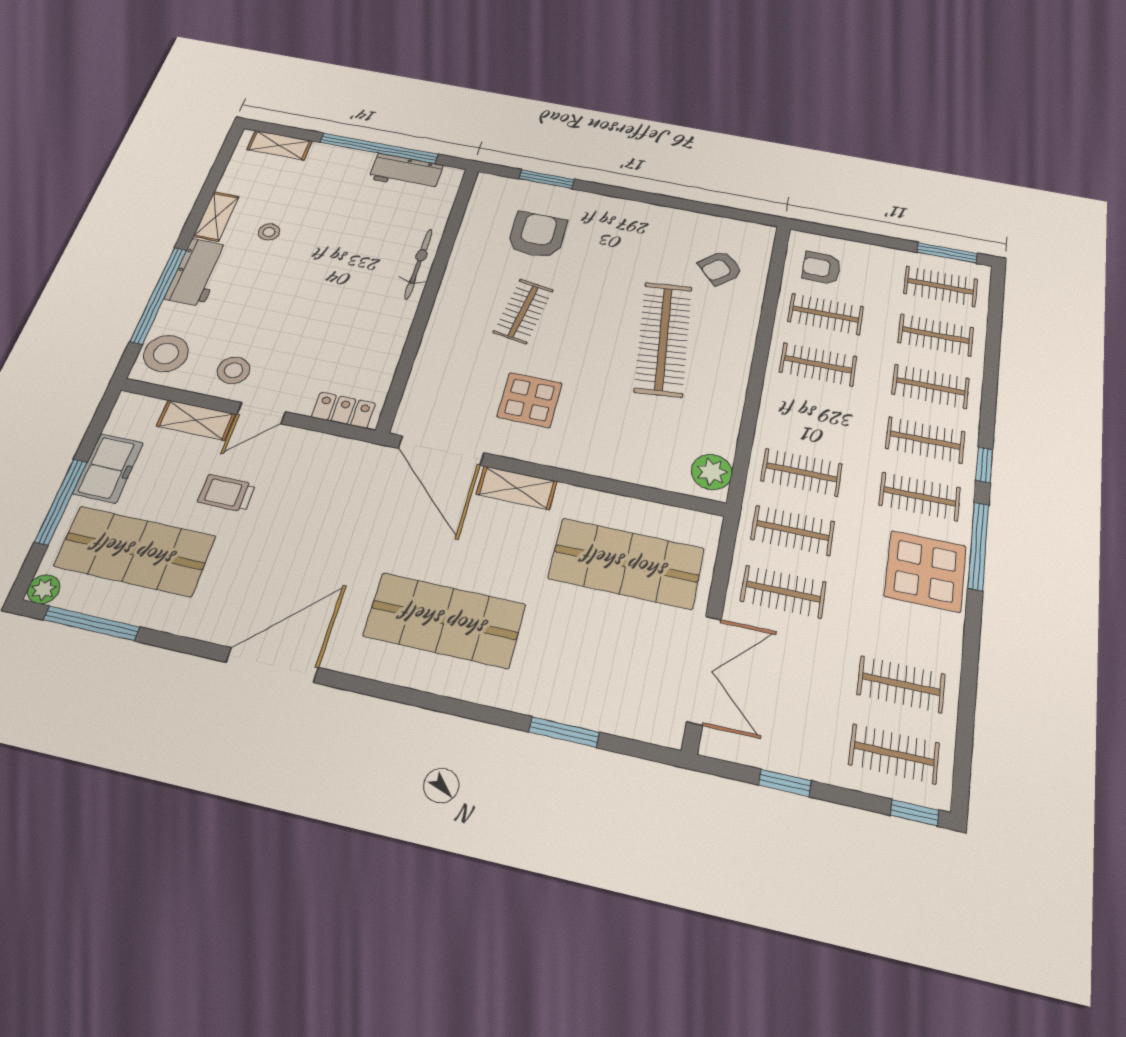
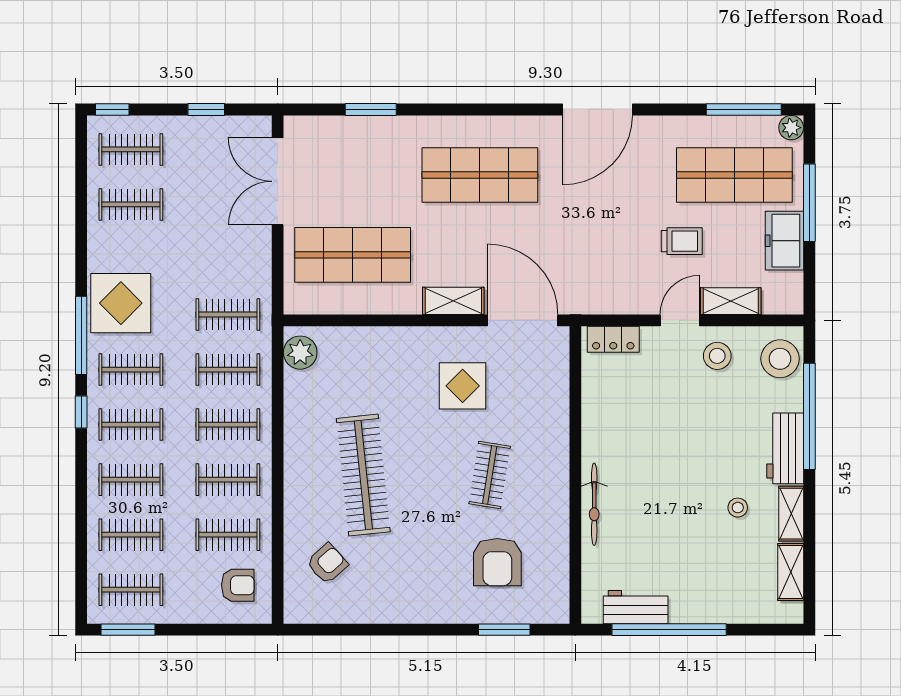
shelving: (280, 145) -> (791, 572), moved, turned 90
clothes rail: (783, 592) -> (228, 425), moved

